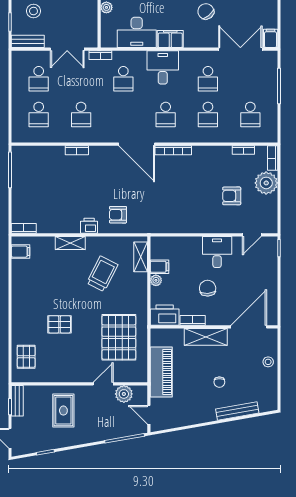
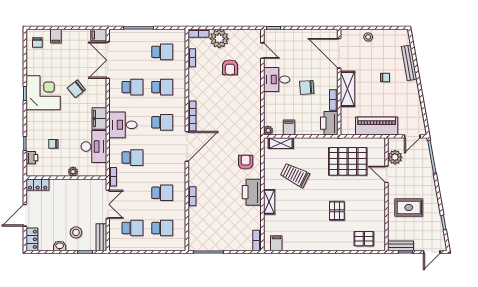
armchair: (118, 215) -> (246, 162), turned 180
printer: (89, 226) -> (252, 192), width x1.87, depth x1.48
plant: (156, 280) -> (268, 130), moved

